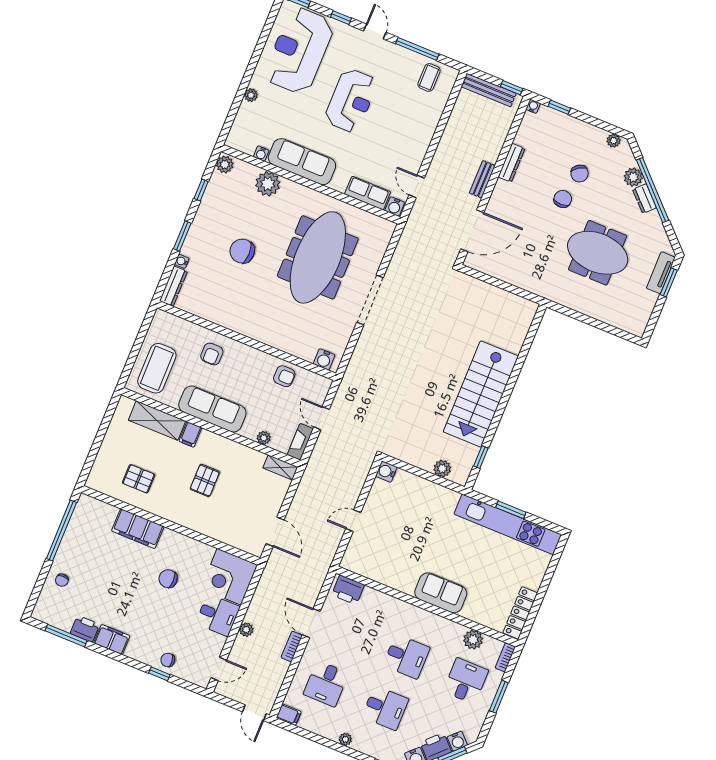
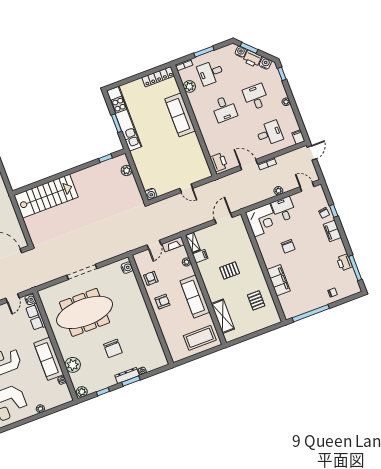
dresser: (173, 286) -> (127, 376), moved
armchair: (212, 354) -> (162, 302), moved
stairs: (481, 394) -> (46, 196), moved
filing cabinet: (190, 434) -> (200, 256), moved
sofa: (441, 593) -> (180, 115), width x1.36
door: (311, 623) -> (249, 165), swing flipped
filing cabinet: (112, 639) -> (332, 231), moved
desk: (406, 657) -> (224, 109), turned 180

